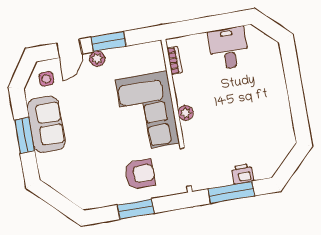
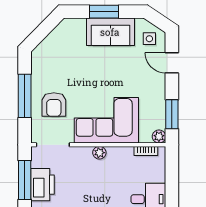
window: (108, 42) -> (172, 114), moved
plant: (97, 59) -> (159, 136), moved
printer: (242, 174) -> (43, 185), width x1.87, depth x1.48
window: (136, 209) -> (25, 96), width x1.44

